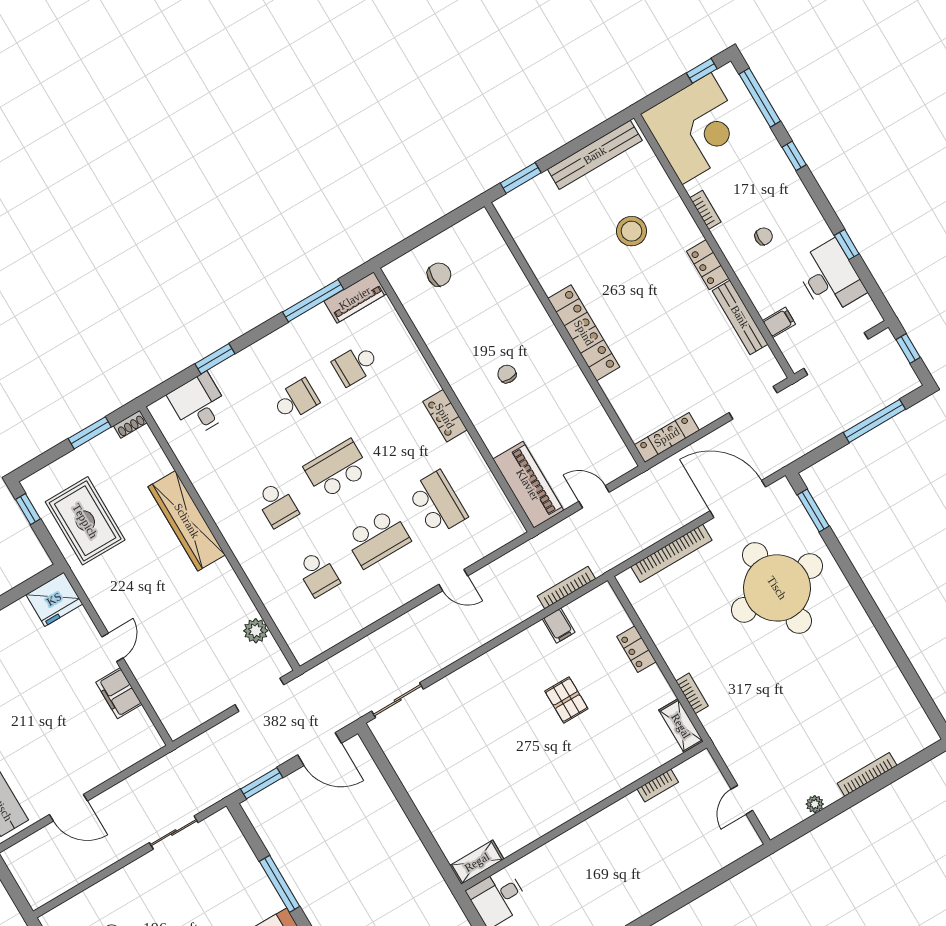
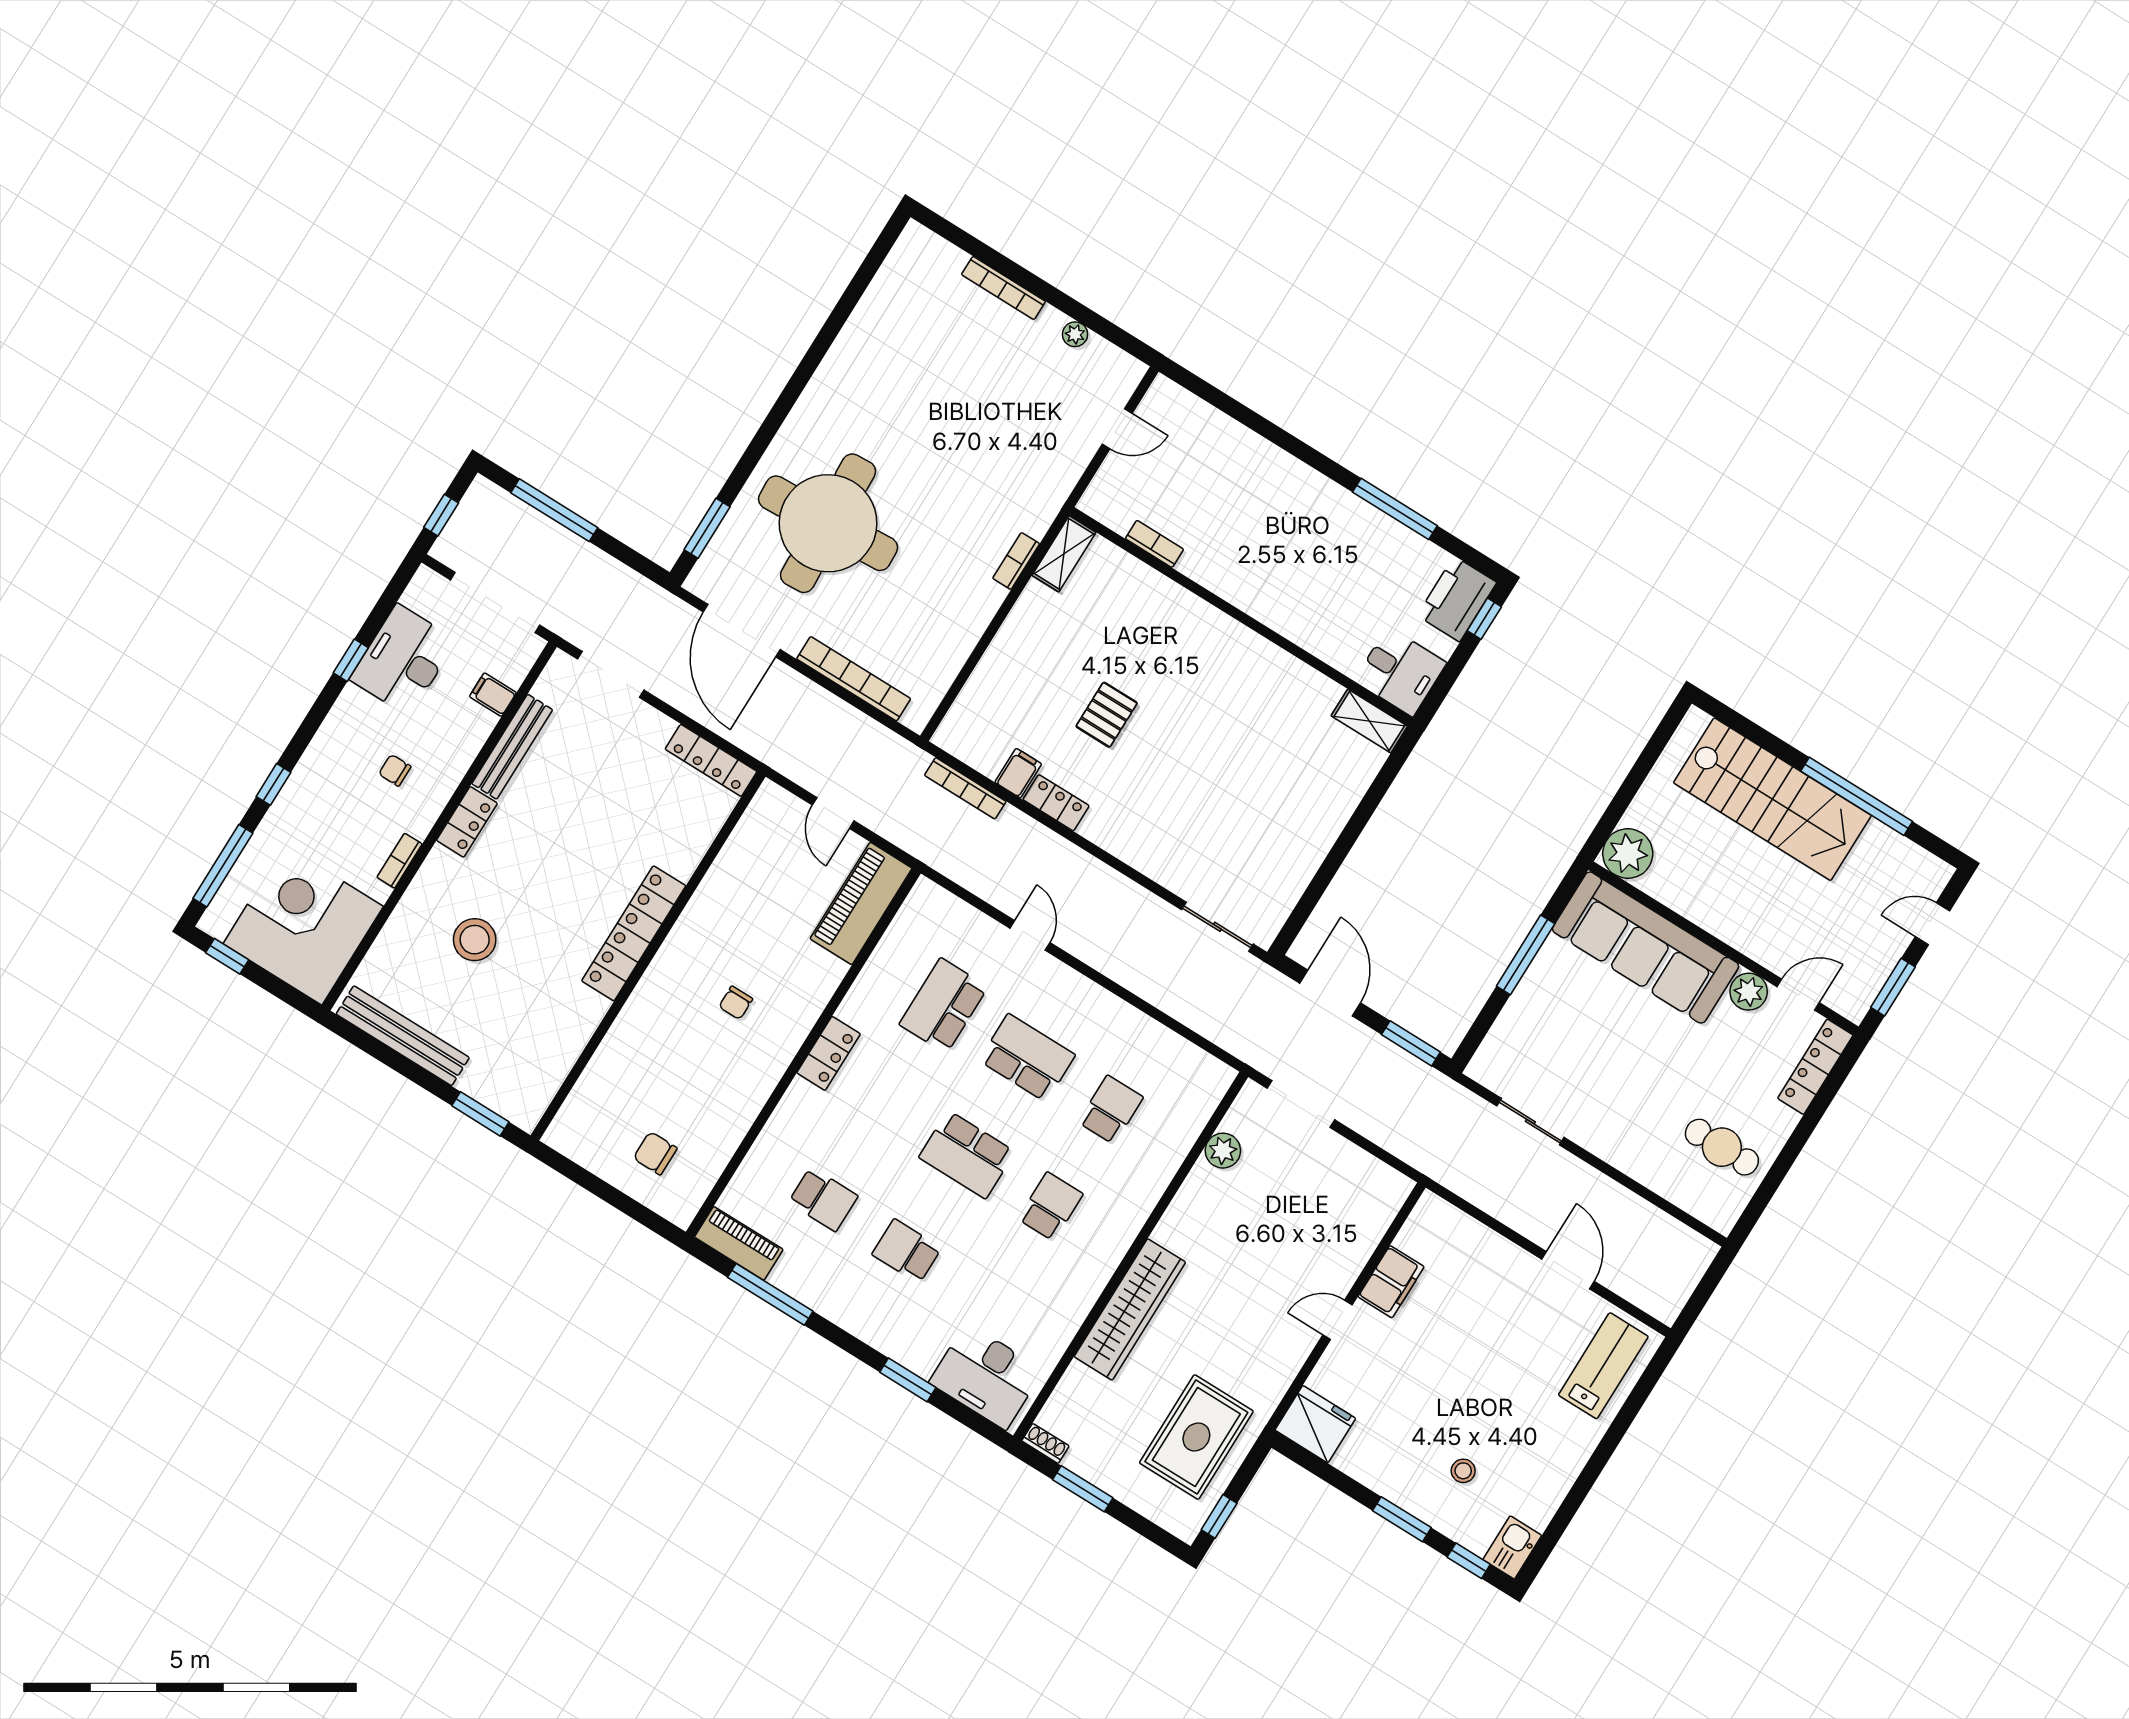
desk: (199, 404) -> (986, 1376), width x1.37
locker: (636, 649) -> (1056, 803), moved, turned -90

